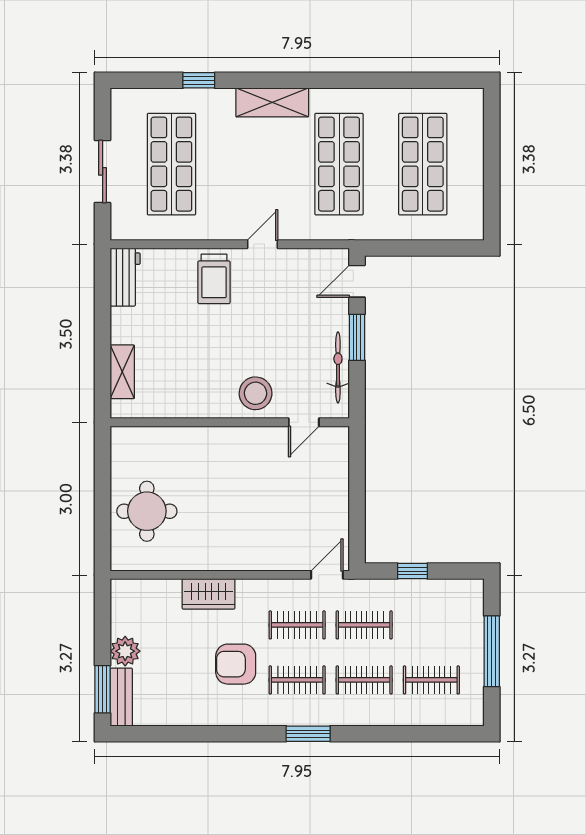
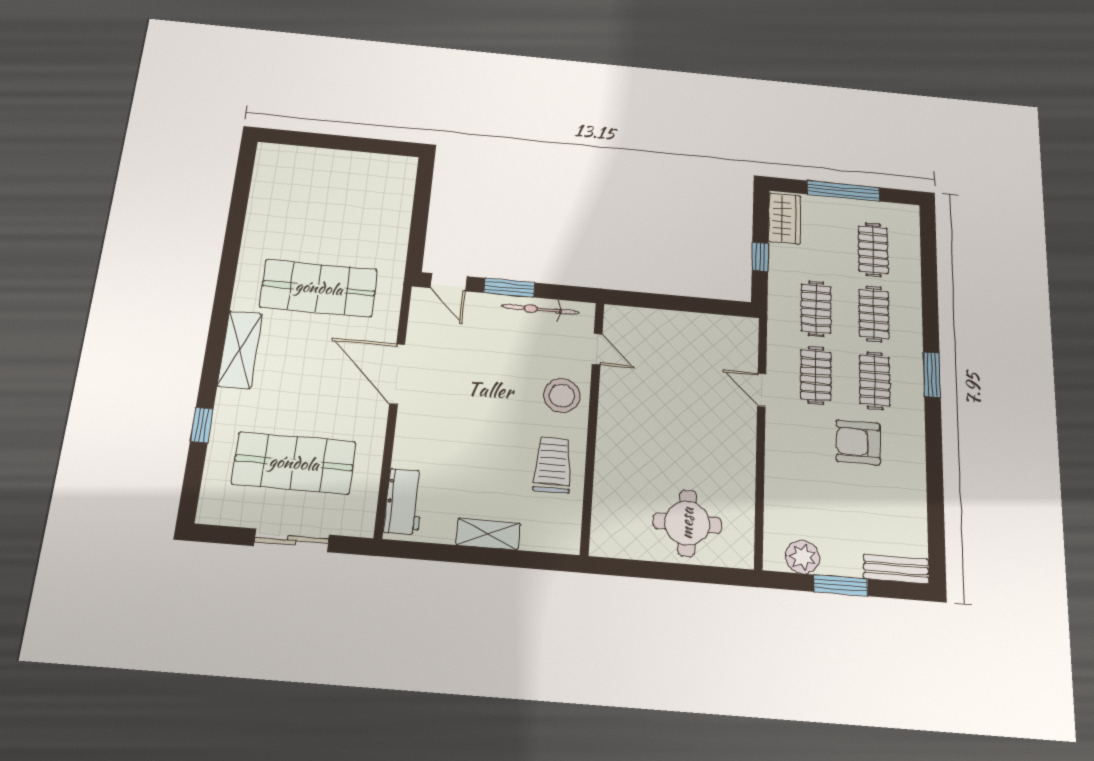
shop shelf: (423, 164) -> (330, 207), removed
door: (262, 244) -> (397, 374), width x1.88
workbench: (125, 277) -> (404, 501), moved, turned 90
trolley: (214, 279) -> (553, 465), moved, turned -90
shelving: (122, 372) -> (488, 534), moved
door: (327, 575) -> (762, 390), moved
wardrobe: (209, 594) -> (785, 219), moved
plant: (125, 651) -> (803, 557), moved
armchair: (236, 664) -> (858, 442), turned 90
window: (103, 689) -> (841, 585), moved

